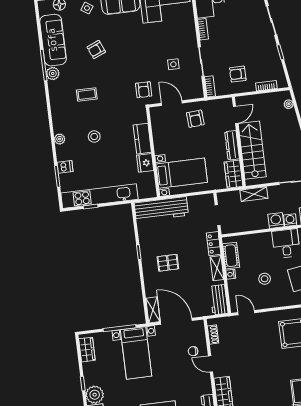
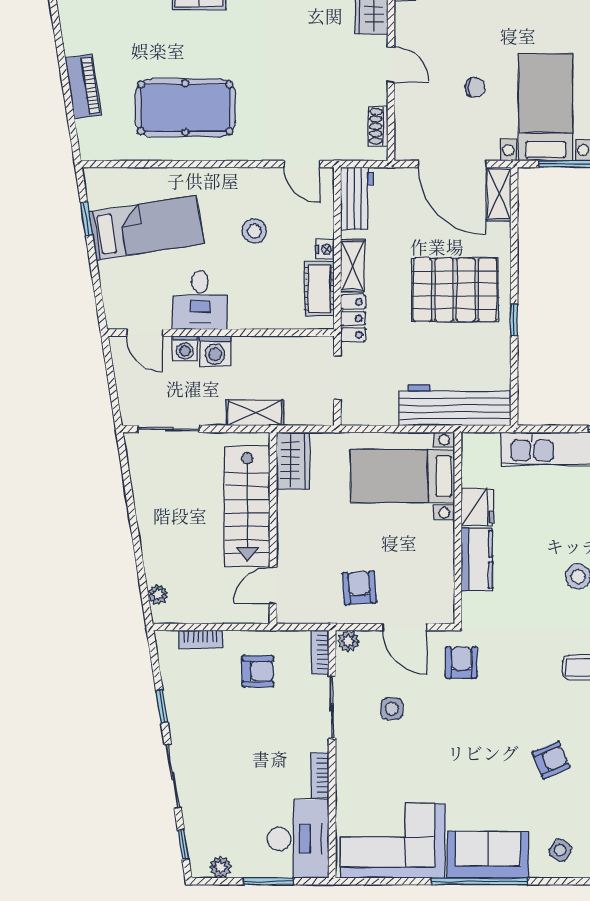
plant: (197, 93) -> (348, 641), added
dresser: (232, 145) -> (288, 522), removed
pallet: (168, 263) -> (455, 290), width x2.05, depth x2.00
chair: (193, 351) -> (475, 87), moved

